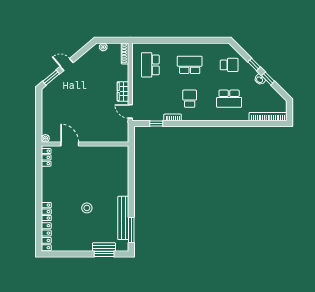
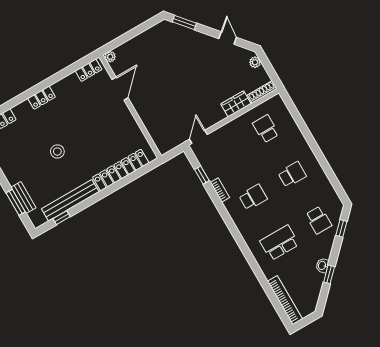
window: (254, 64) -> (341, 228), moved
door: (67, 65) -> (228, 38), moved
school desk: (150, 65) -> (266, 129), width x0.54
school desk: (190, 65) -> (292, 174), width x0.54
wardrobe: (123, 91) -> (236, 104), moved
school desk: (229, 99) -> (279, 243), turned 90
locker: (123, 174) -> (121, 170), added
locker: (46, 212) -> (42, 98), moved
window: (131, 230) -> (62, 218), width x0.46

